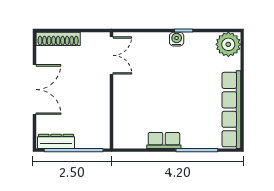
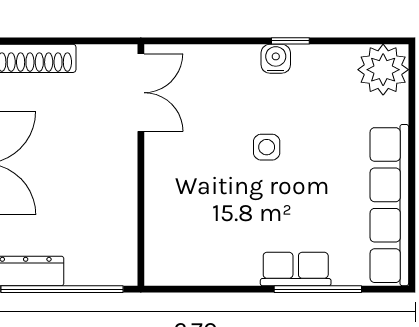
side table: (172, 82) -> (267, 147), added
row of seats: (164, 140) -> (296, 269), moved

